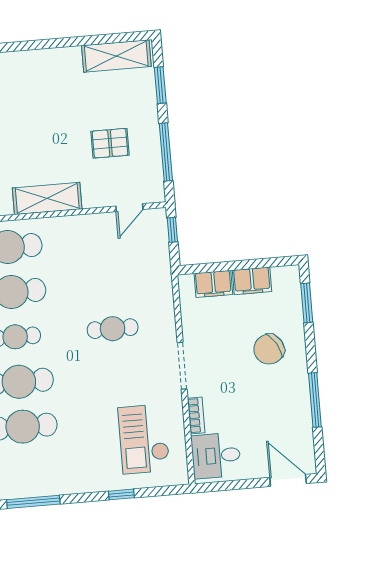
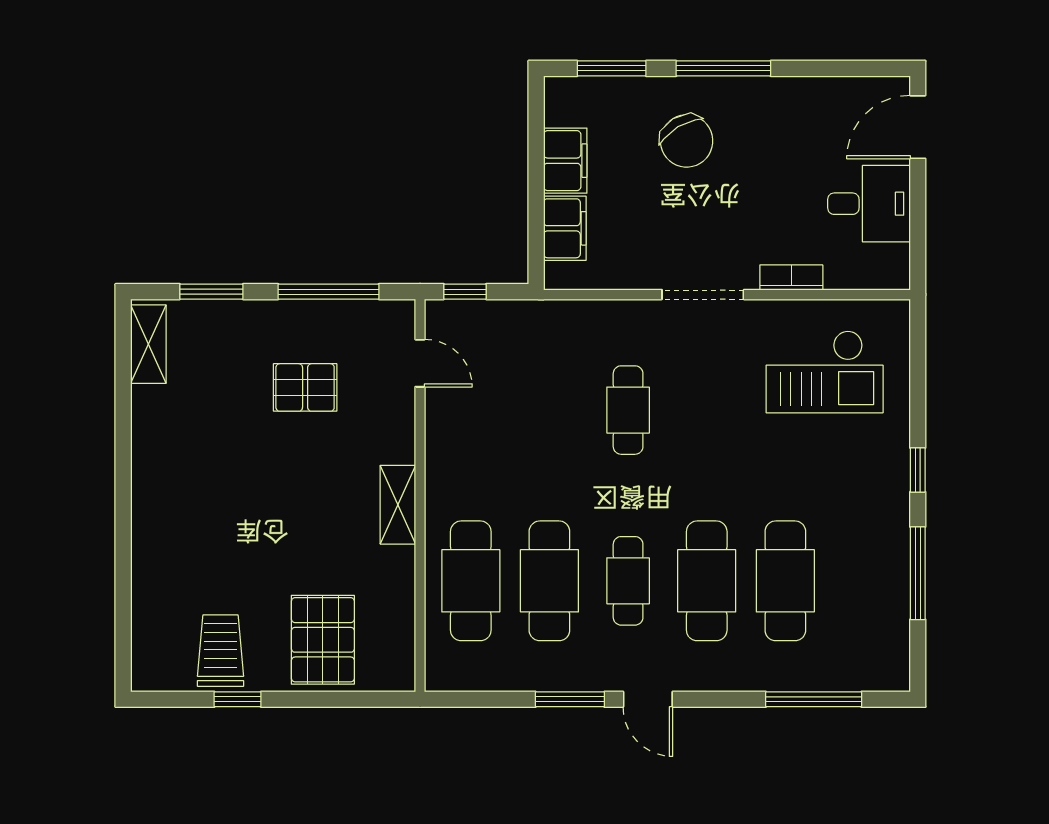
shelving: (116, 56) -> (148, 344), width x0.67, depth x0.75
pallet: (110, 143) -> (305, 387), turned 90
shelving: (47, 198) -> (398, 505), width x0.67, depth x0.75
window: (315, 400) -> (723, 68), moved
desk: (216, 456) -> (869, 204), moved, turned -90
window: (121, 494) -> (918, 470), moved

